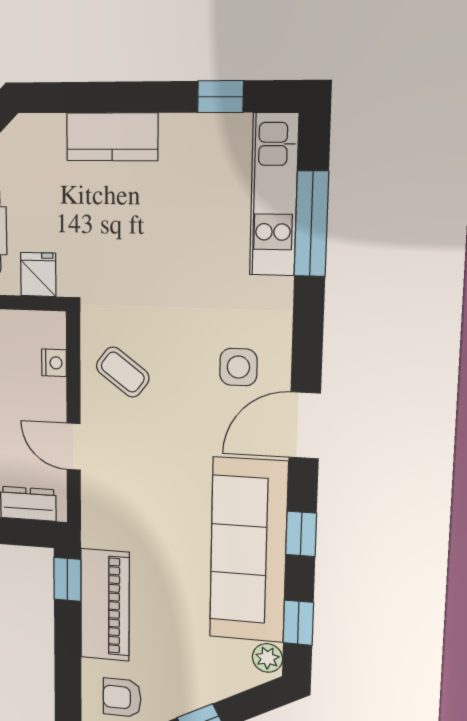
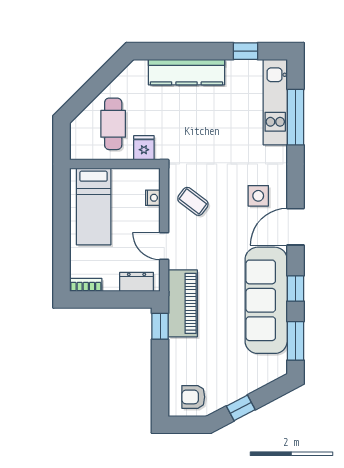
kitchen counter: (112, 137) -> (186, 72), width x1.50
piano: (105, 605) -> (183, 303), moved
window: (298, 623) -> (295, 341), width x1.50
plant: (267, 658) -> (279, 364), removed

